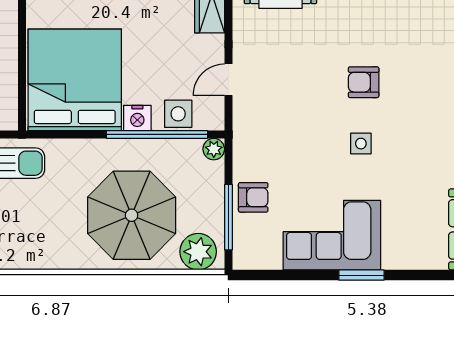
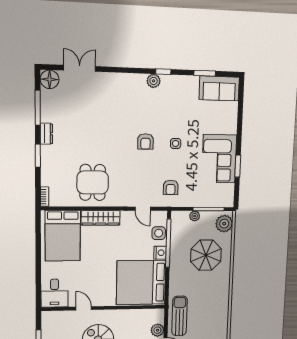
plant: (214, 149) -> (195, 216), moved
armchair: (253, 197) -> (171, 187), moved, turned 180
parasol: (132, 215) -> (206, 255), width x0.73, depth x0.73
window: (361, 275) -> (238, 166), moved

